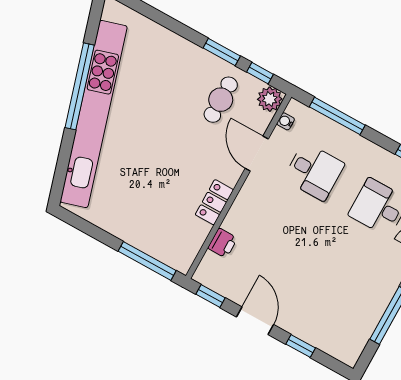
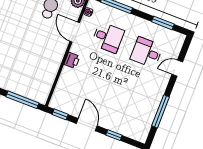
locker: (214, 202) -> (55, 62), removed
printer: (223, 243) -> (72, 60), moved

